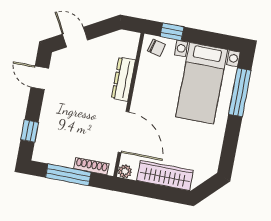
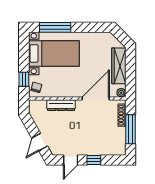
window: (30, 131) -> (94, 160), moved

